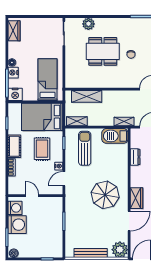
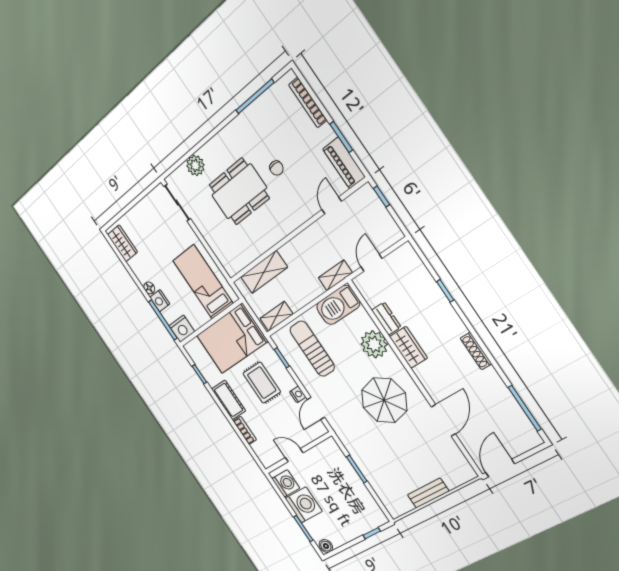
wardrobe: (137, 198) -> (408, 347), moved
plant: (120, 250) -> (374, 344), moved
bench: (91, 253) -> (428, 493), width x0.73

